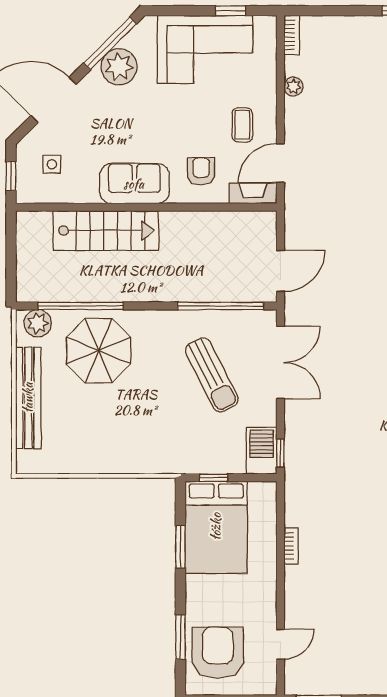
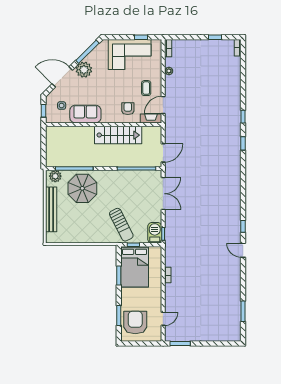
plant: (119, 67) -> (84, 70), moved
sofa: (134, 184) -> (85, 114), moved
stairs: (106, 231) -> (118, 135), moved
sun lounger: (212, 375) -> (121, 225), moved

